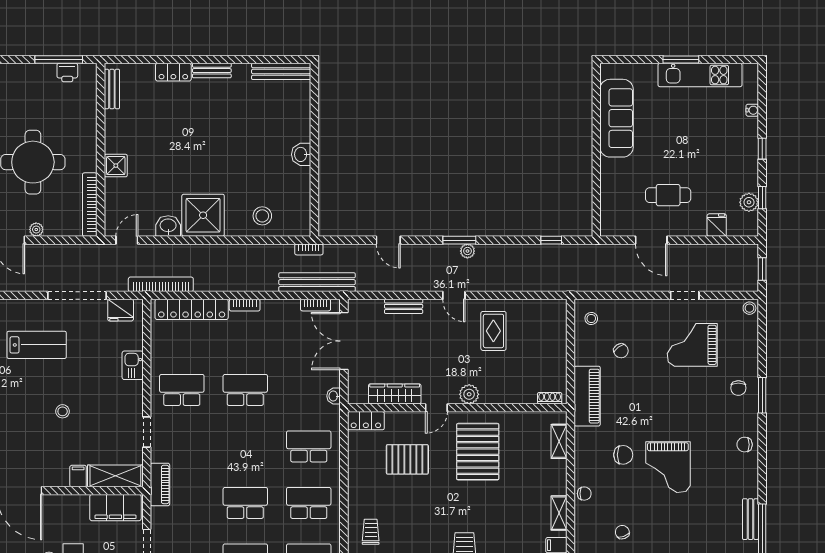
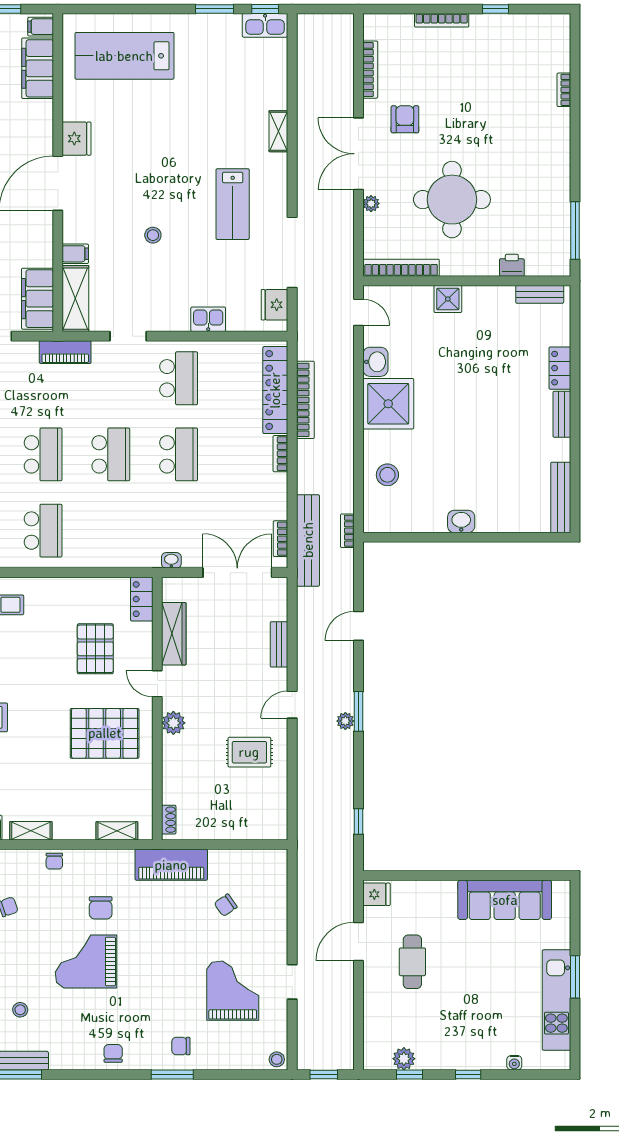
printer: (67, 72) -> (512, 265), moved, turned 90
fridge: (717, 225) -> (376, 894), moved
bookcase: (161, 284) -> (305, 400), moved
stool: (591, 319) -> (20, 1010), moved
school desk: (309, 446) -> (111, 454), moved

